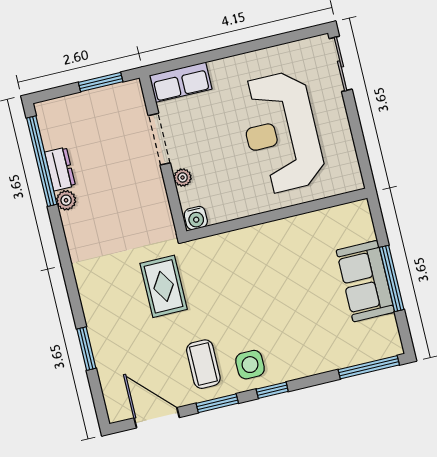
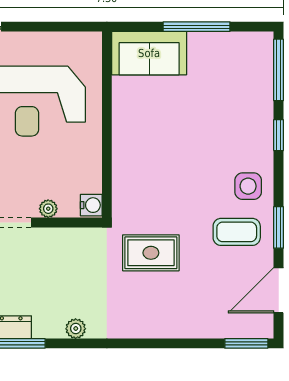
plant: (66, 200) -> (76, 329), moved
sofa: (365, 281) -> (149, 53), moved
window: (86, 349) -> (246, 343), moved
window: (272, 390) -> (279, 135), moved

